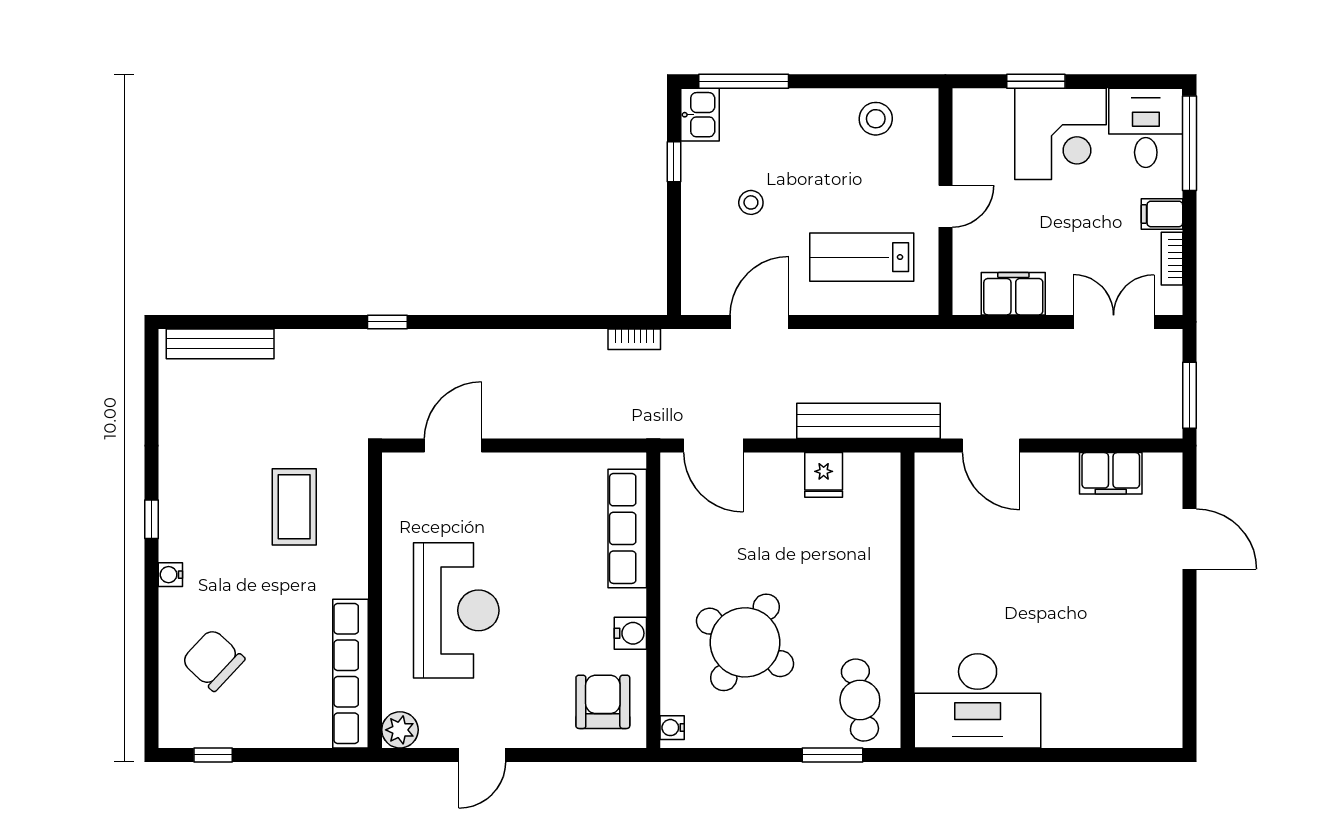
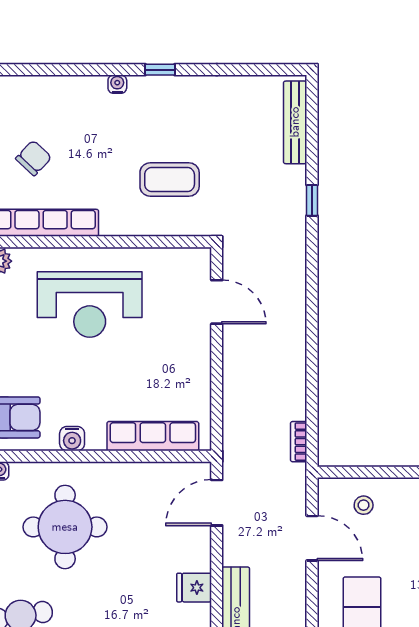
stool: (751, 202) -> (364, 505), moved
window: (387, 322) -> (312, 200), moved
round table: (745, 642) -> (65, 527), turned -31
chair: (213, 660) -> (34, 158), moved, width x0.73, depth x0.73

